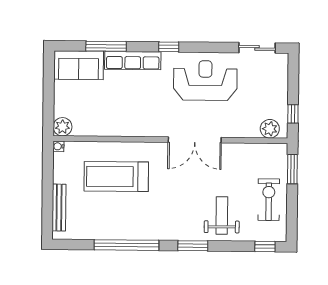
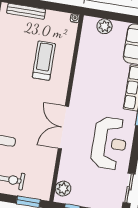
plant: (63, 127) -> (104, 26), moved
treadmill: (116, 176) -> (44, 61), width x0.73, depth x0.73

